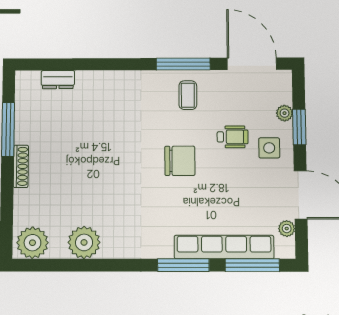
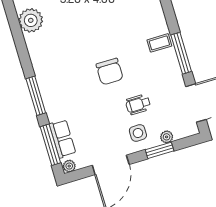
coffee table: (188, 95) -> (159, 43), moved
wheelchair: (233, 137) -> (138, 104), turned 90
plant: (287, 229) -> (69, 166), moved
row of seats: (224, 247) -> (63, 139), width x0.50

